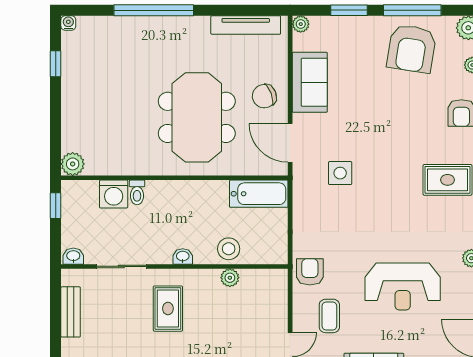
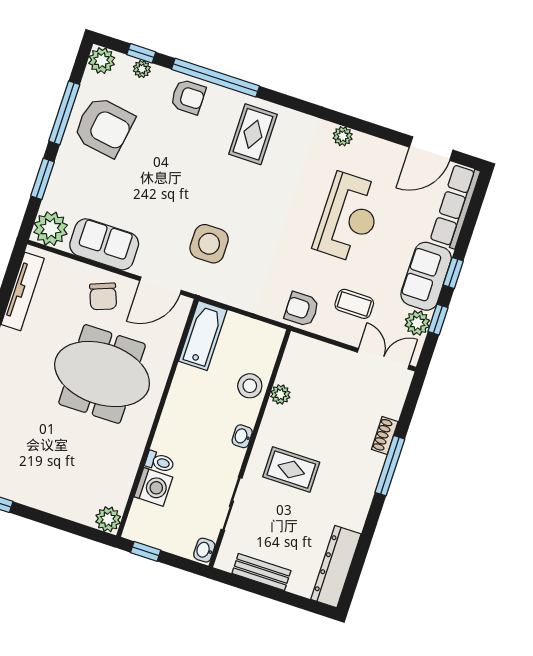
plant: (301, 24) -> (51, 229), width x1.88, depth x1.88
side table: (340, 173) -> (209, 244), width x1.37, depth x1.37

